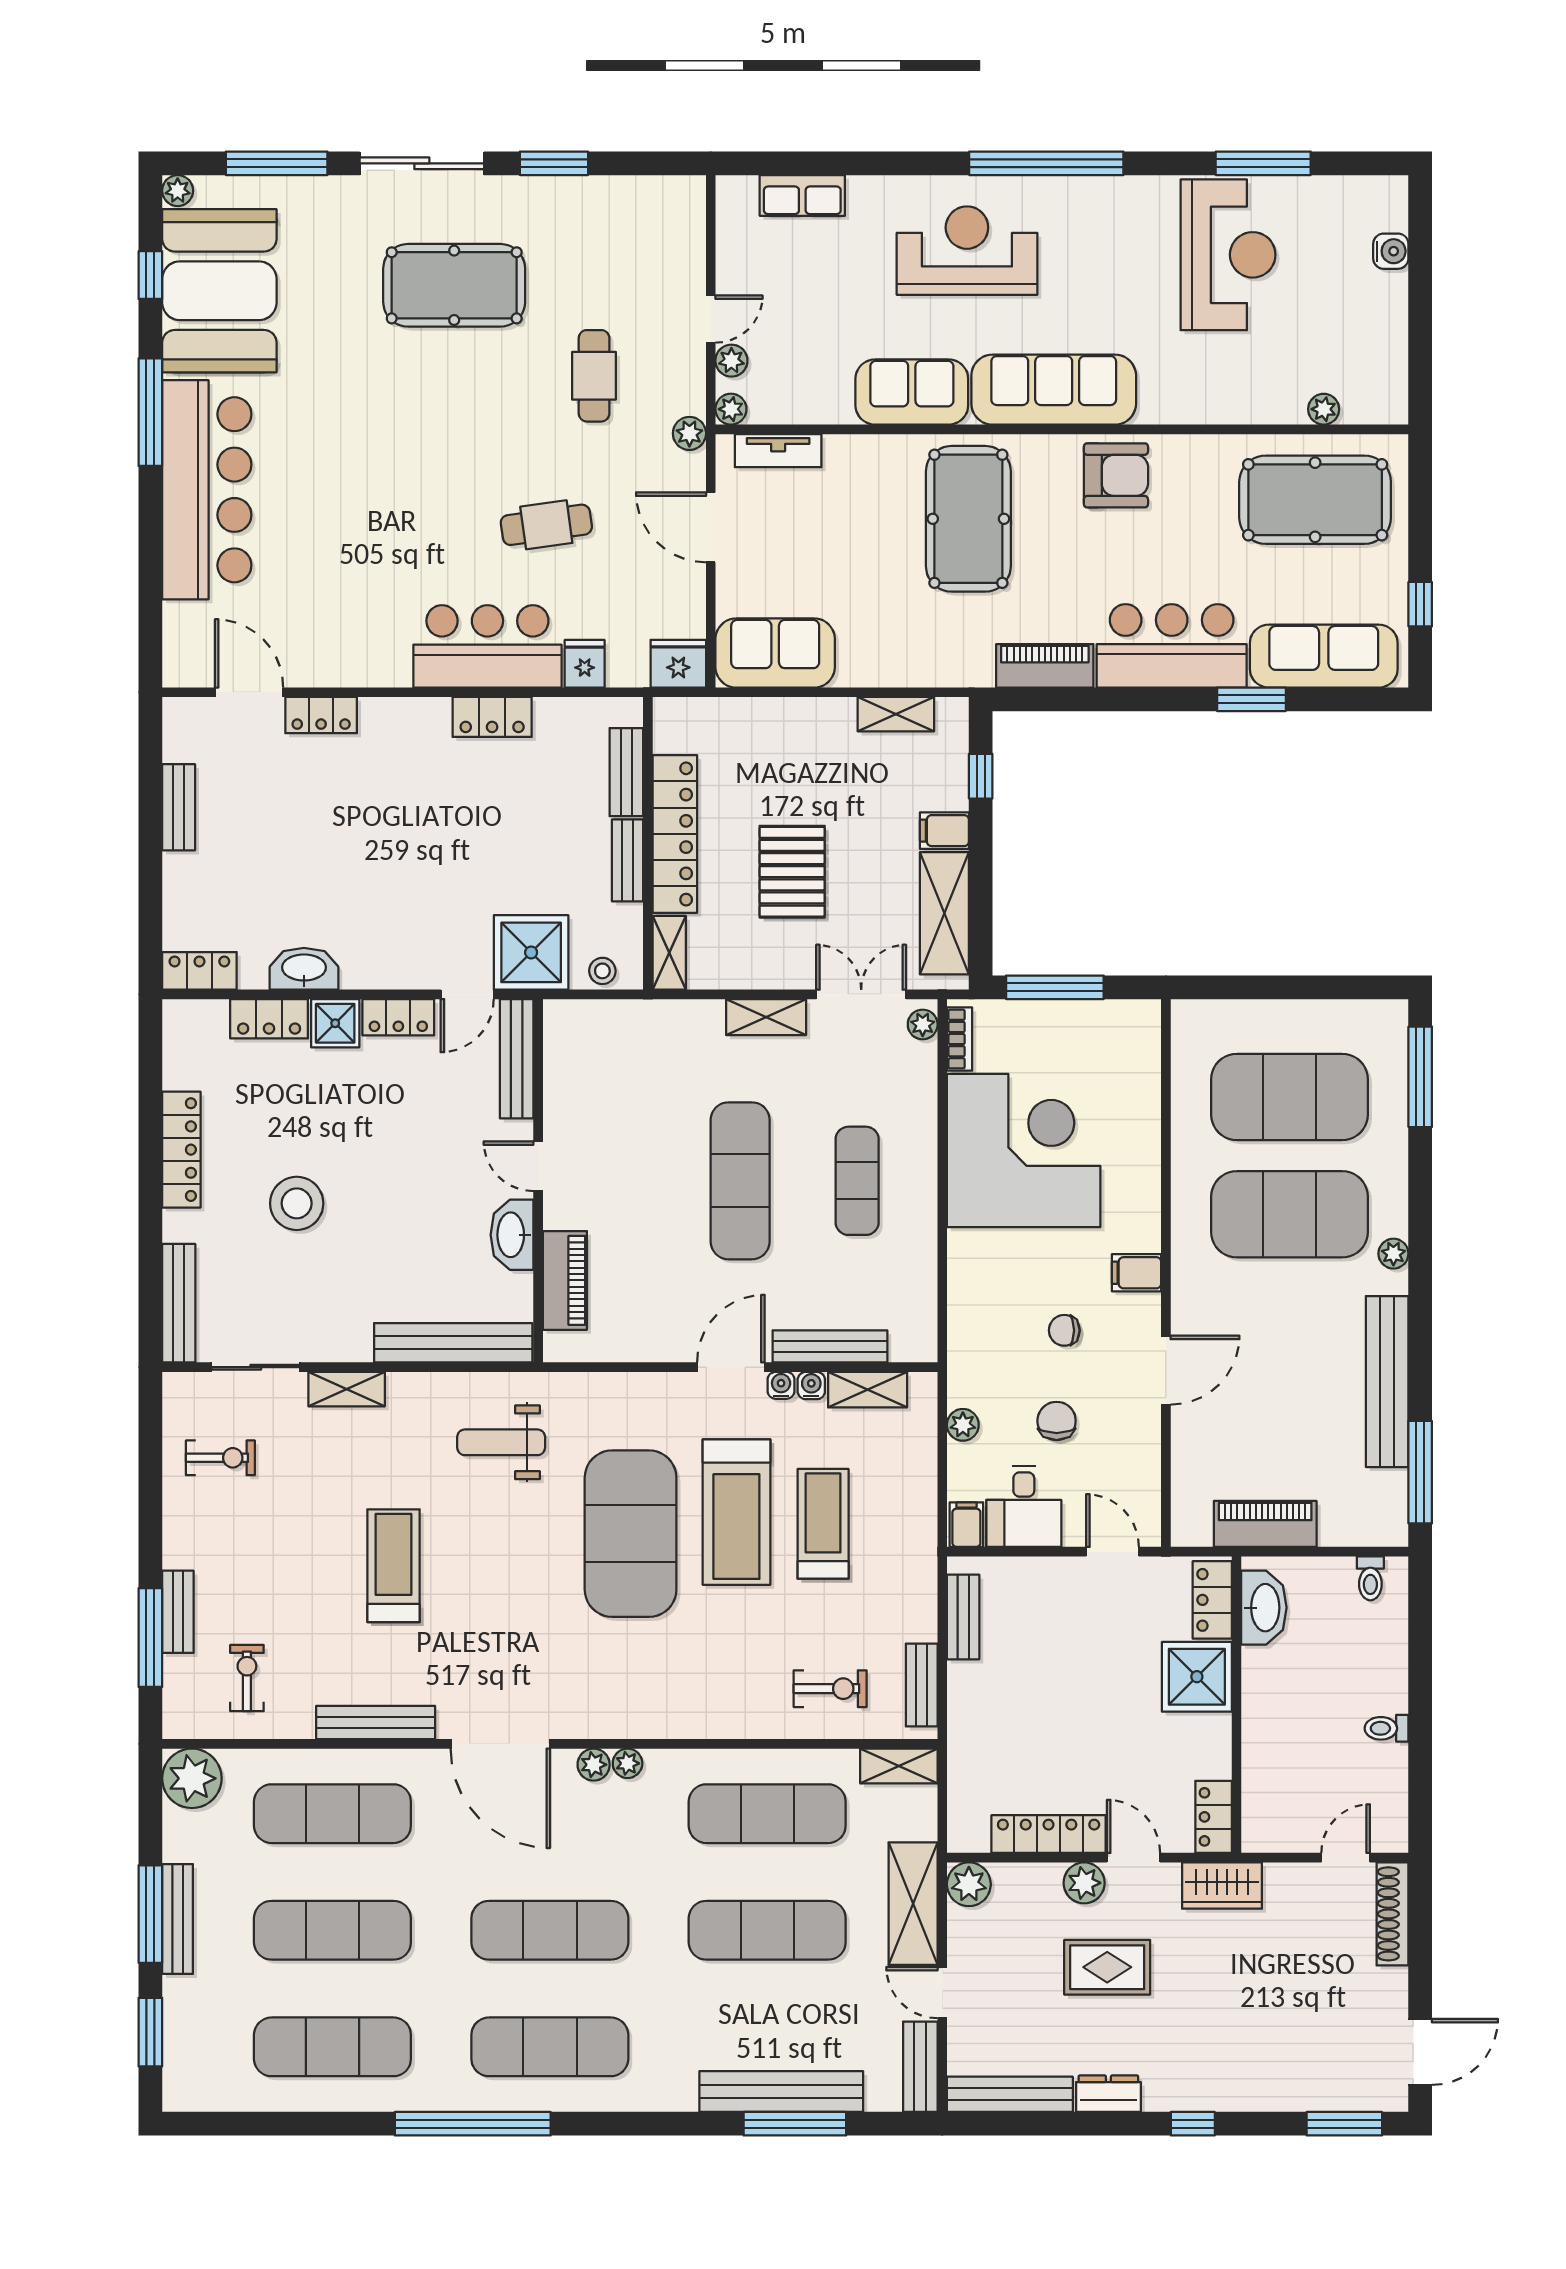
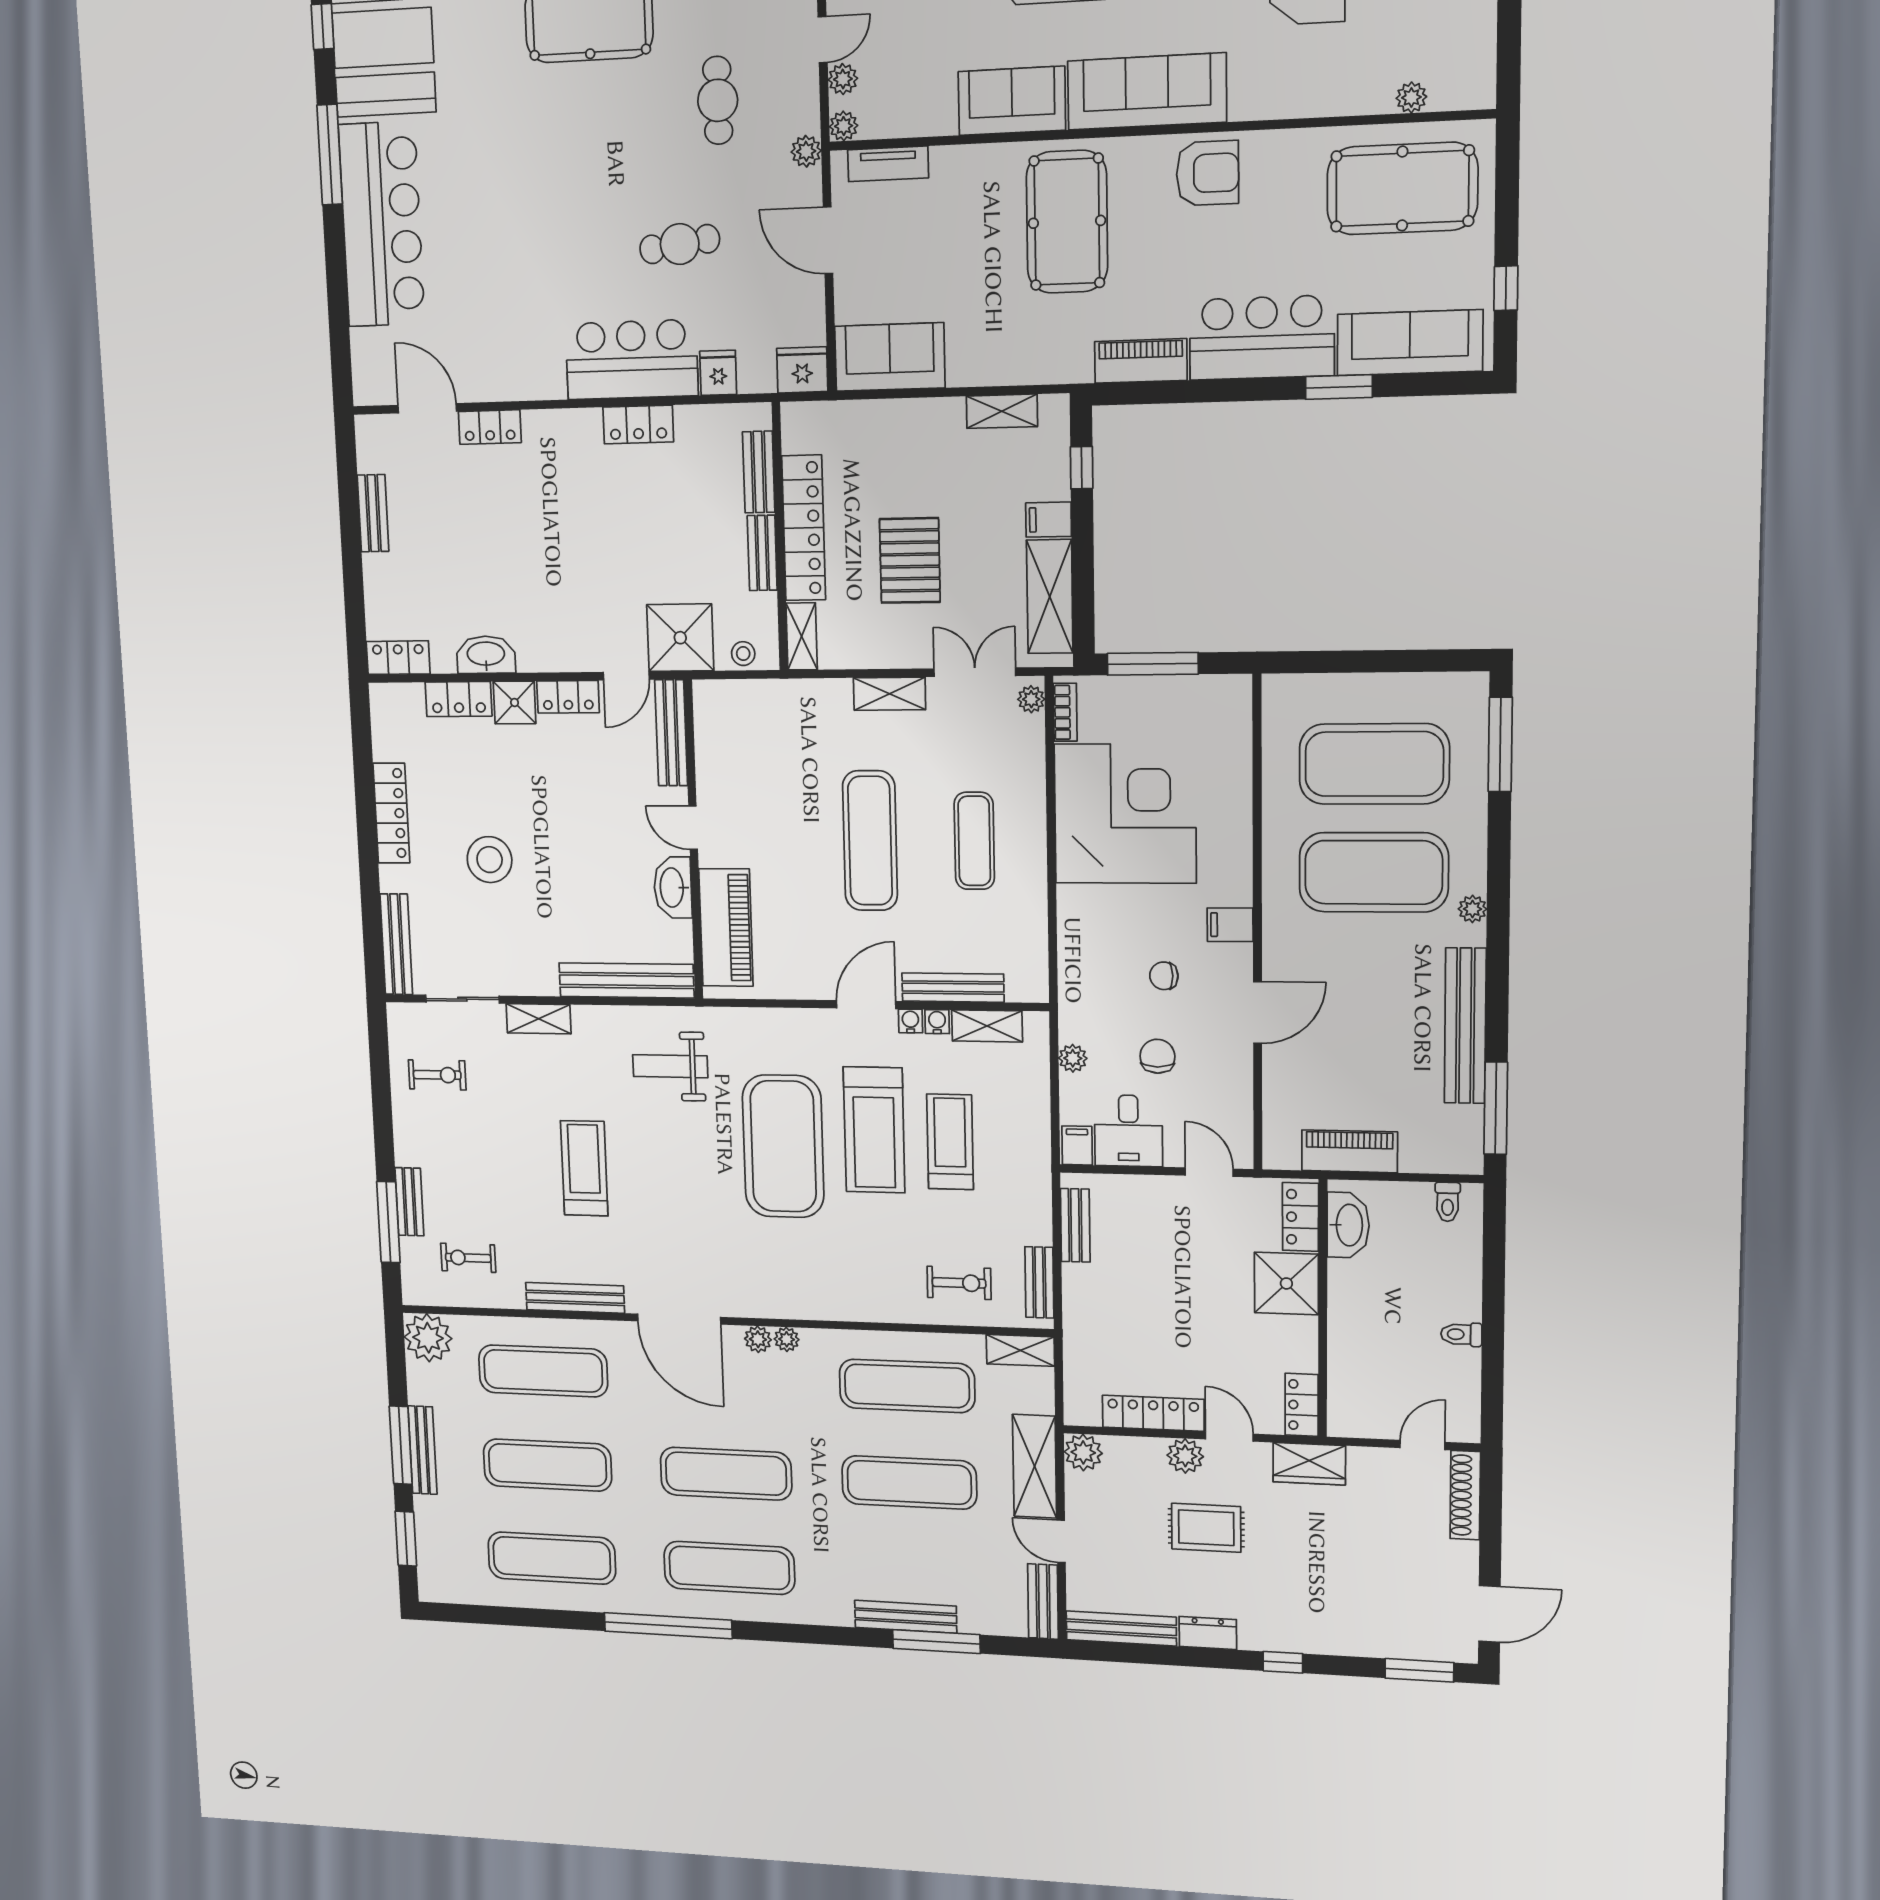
piano: (565, 1280) -> (726, 928), width x1.37, depth x1.33
exercise bike: (247, 1678) -> (468, 1258), turned -90
bench: (781, 2092) -> (906, 1617), width x0.73, depth x0.82

